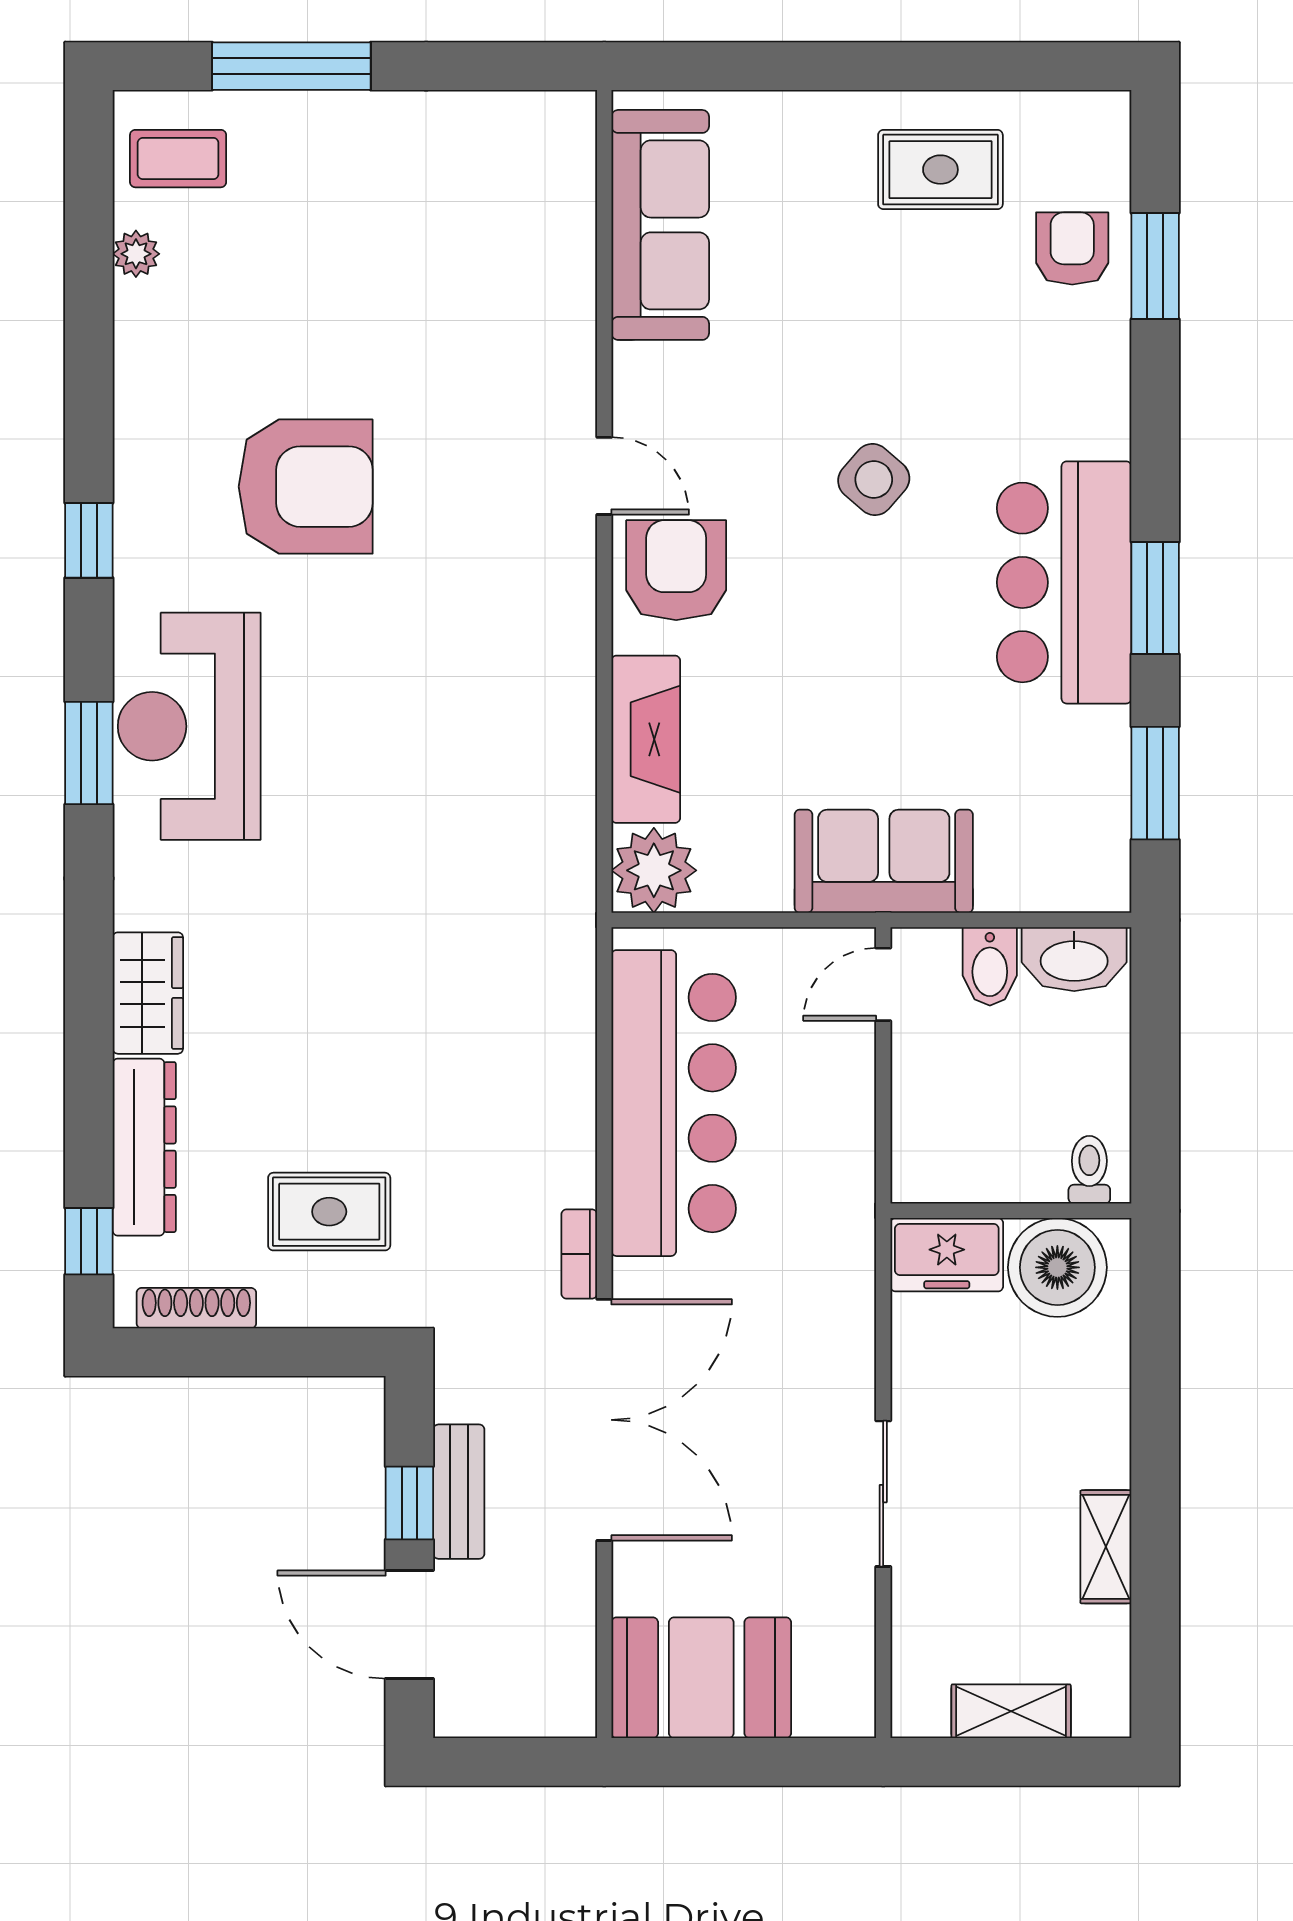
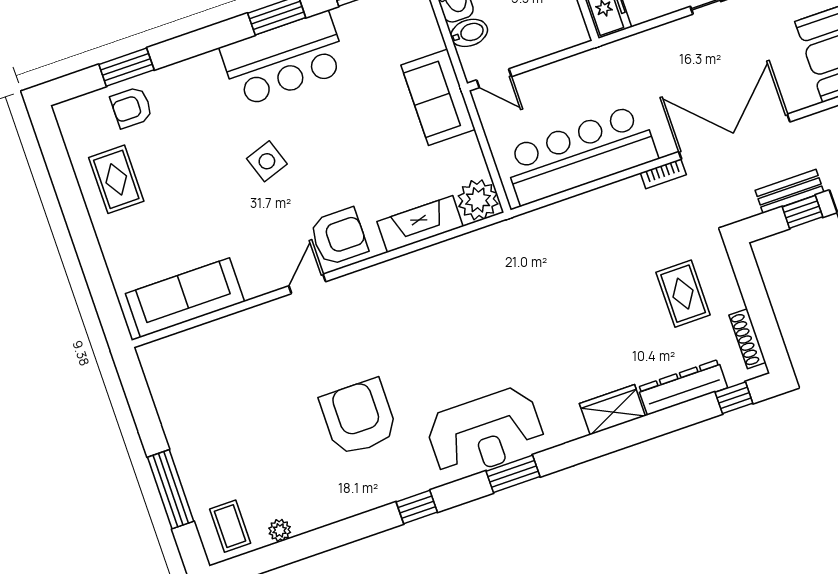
side table: (874, 479) -> (267, 161), turned 30
armchair: (676, 570) -> (339, 237), turned 180

